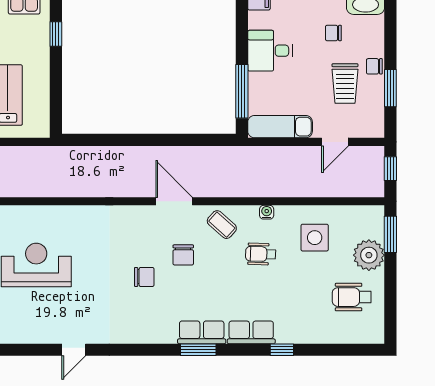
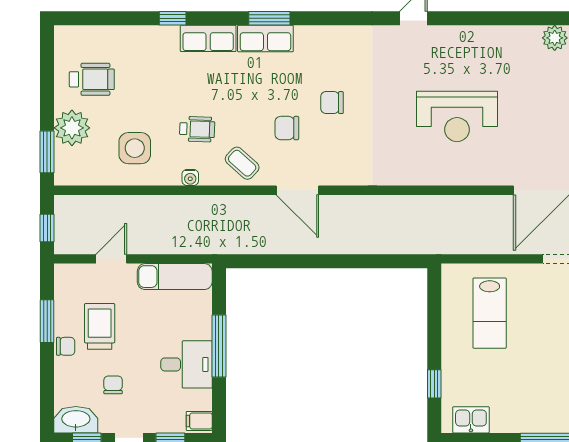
chair: (333, 33) -> (113, 385), turned -90
window: (242, 91) -> (219, 346), moved
chair: (183, 255) -> (287, 128), turned -90

